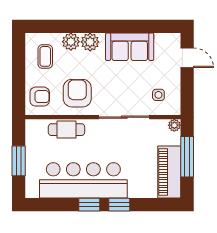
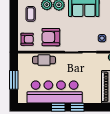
armchair: (77, 93) -> (51, 37), turned -90

